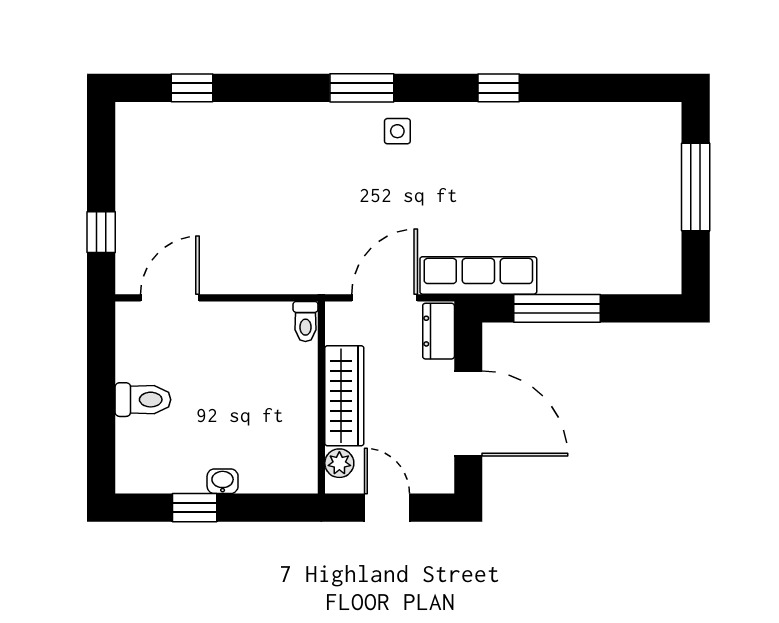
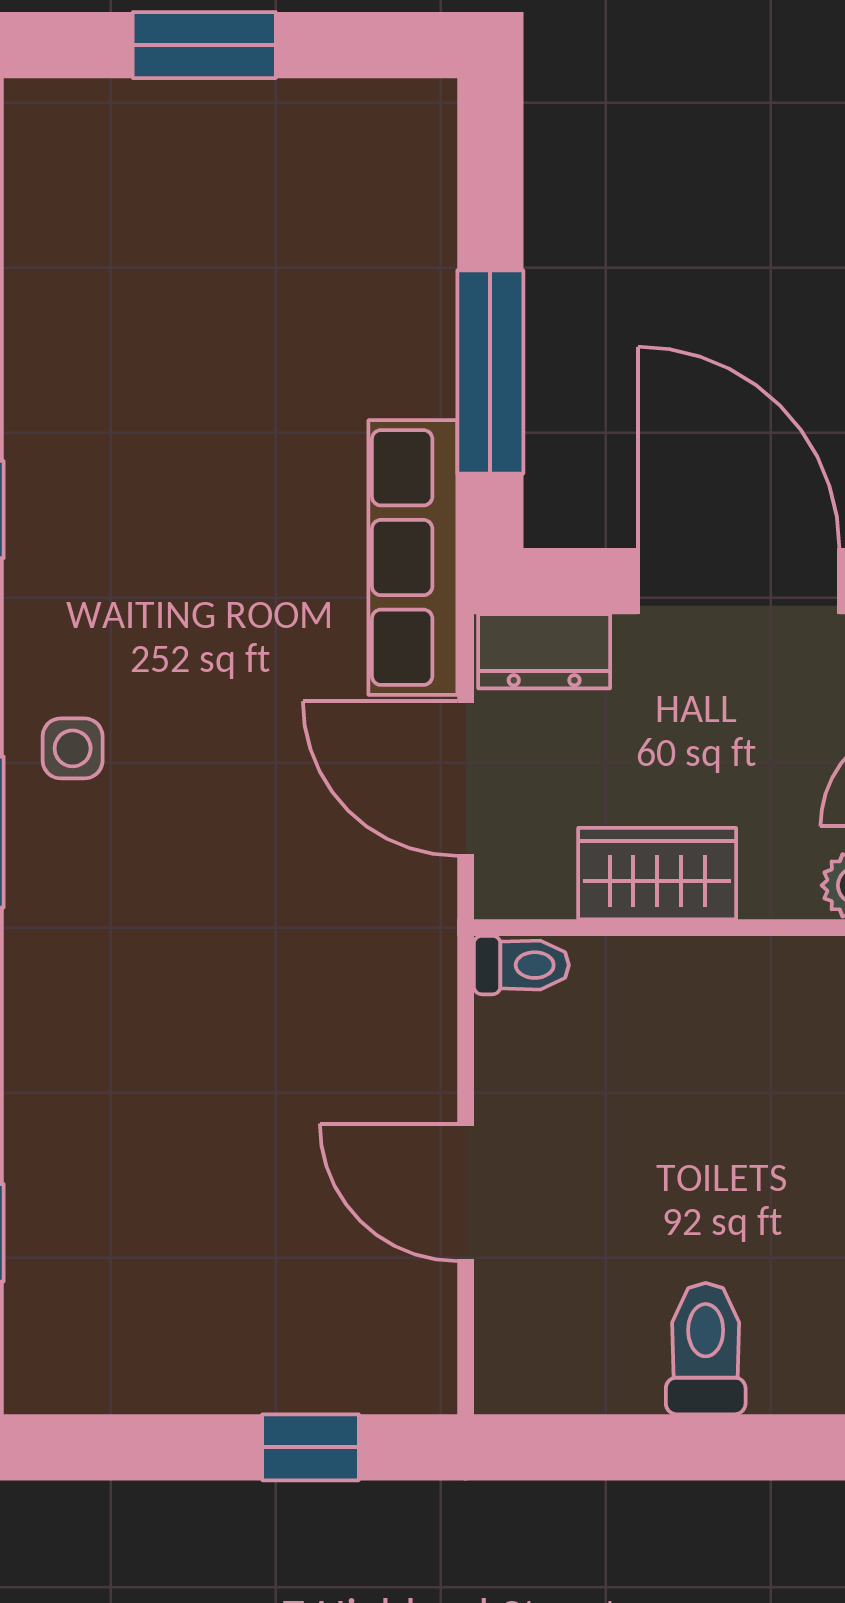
window: (696, 187) -> (204, 45), width x0.69
door: (170, 298) -> (466, 1192), moved
wardrobe: (344, 396) -> (657, 874), width x0.67
door: (468, 414) -> (739, 581), hinge flipped

